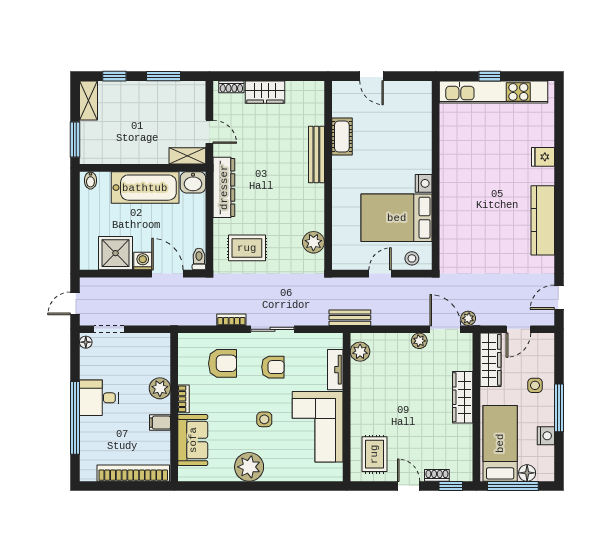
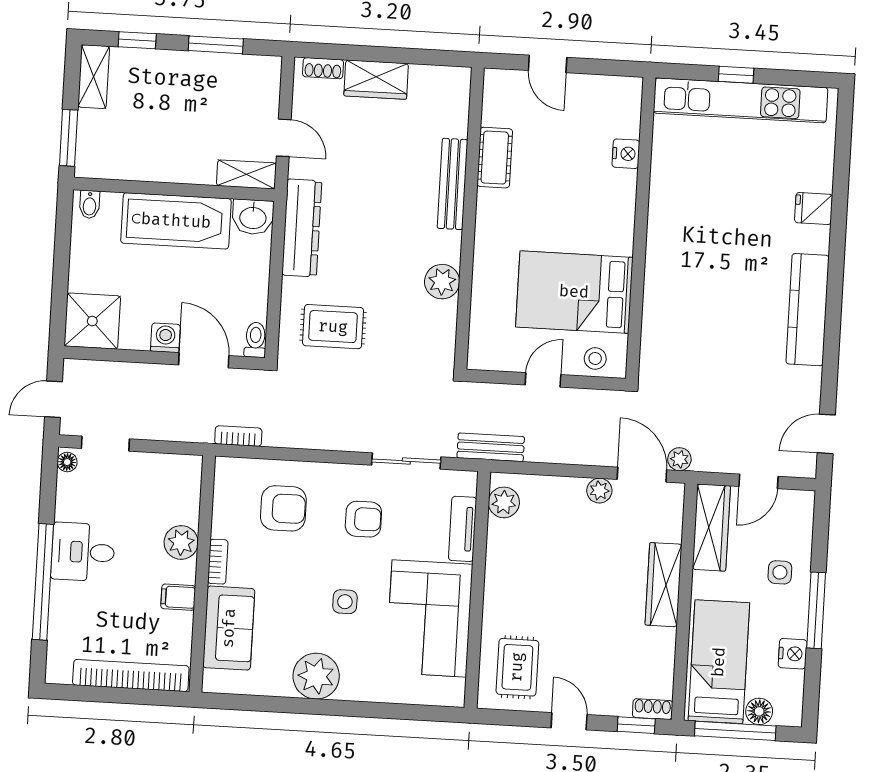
nightstand: (424, 183) -> (626, 154), moved
plant: (313, 242) -> (442, 282), moved
shower: (115, 253) -> (92, 321), moved
bookcase: (231, 320) -> (238, 436), moved
sliding door: (273, 329) -> (406, 461), moved
shoe rack: (437, 475) -> (653, 709), moved

